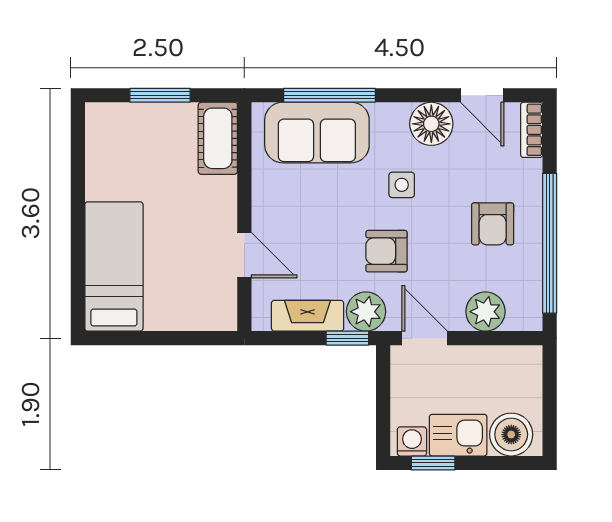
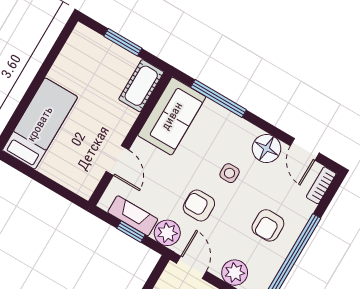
sofa: (317, 132) -> (172, 116), moved, turned -90
window: (347, 338) -> (131, 232), moved

